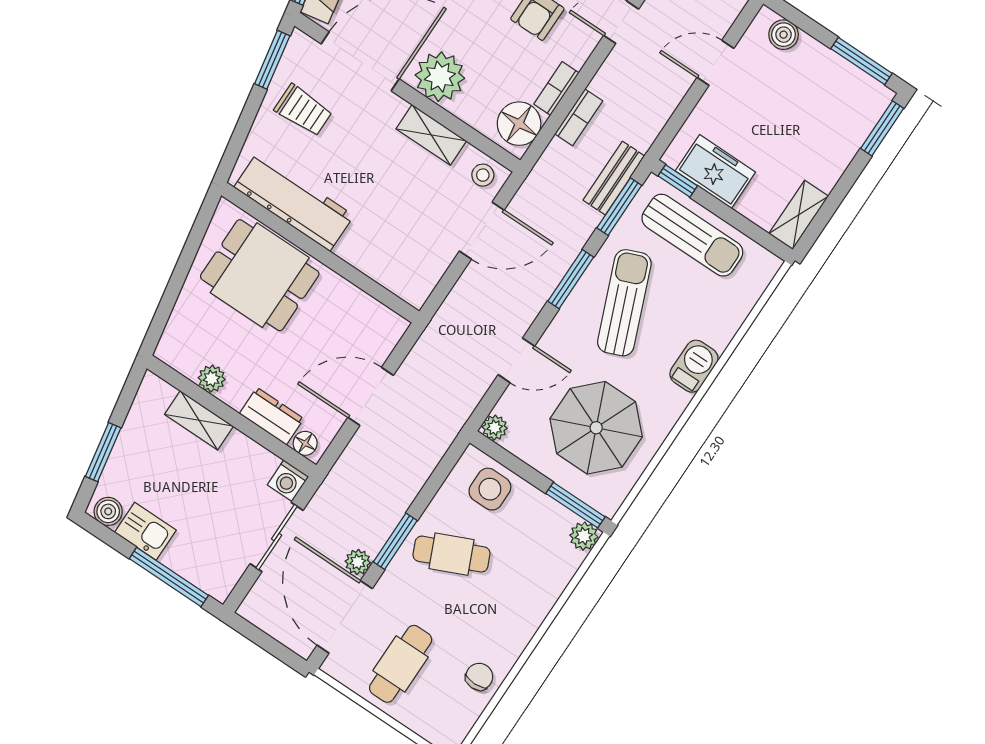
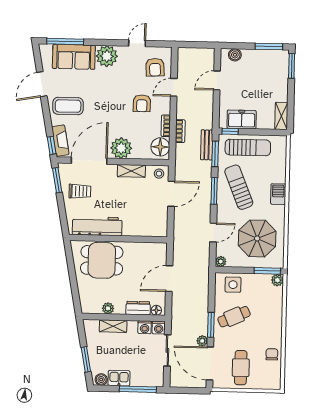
washing machine: (260, 462) -> (145, 327), added

